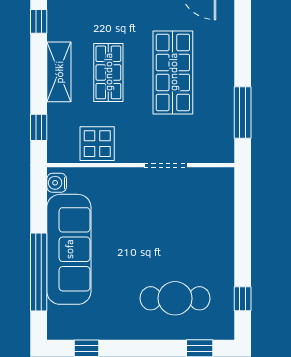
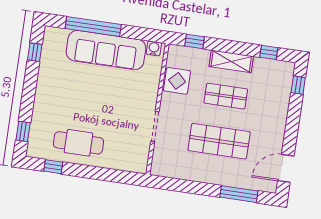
window: (243, 113) -> (239, 194), moved
cafe table: (175, 298) -> (78, 143), moved, turned 90

